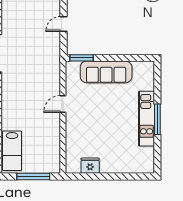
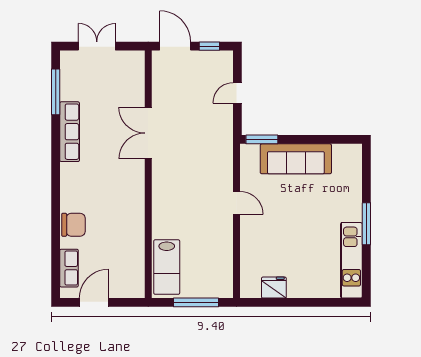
door: (63, 104) -> (236, 203), swing flipped
kitchen unit: (147, 119) -> (351, 260), moved

